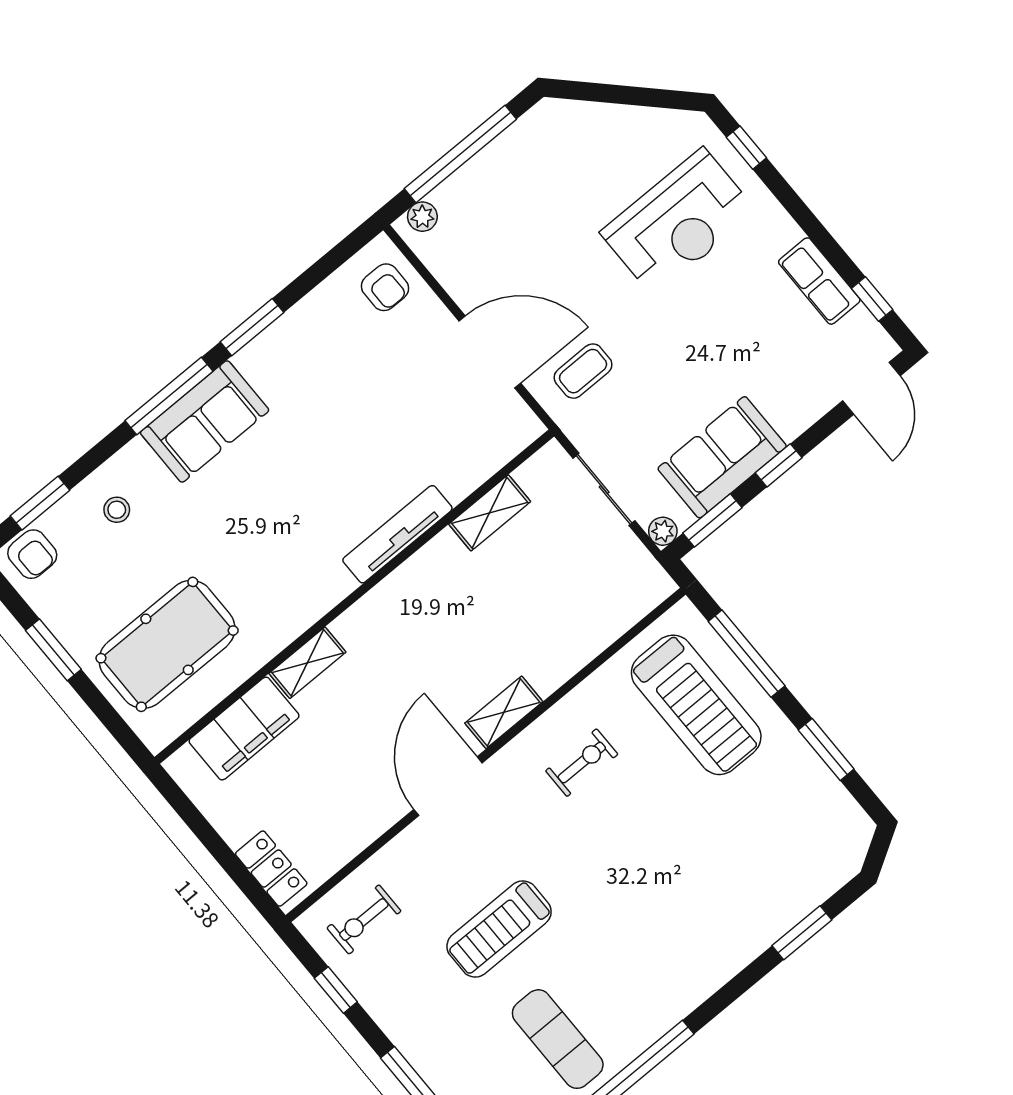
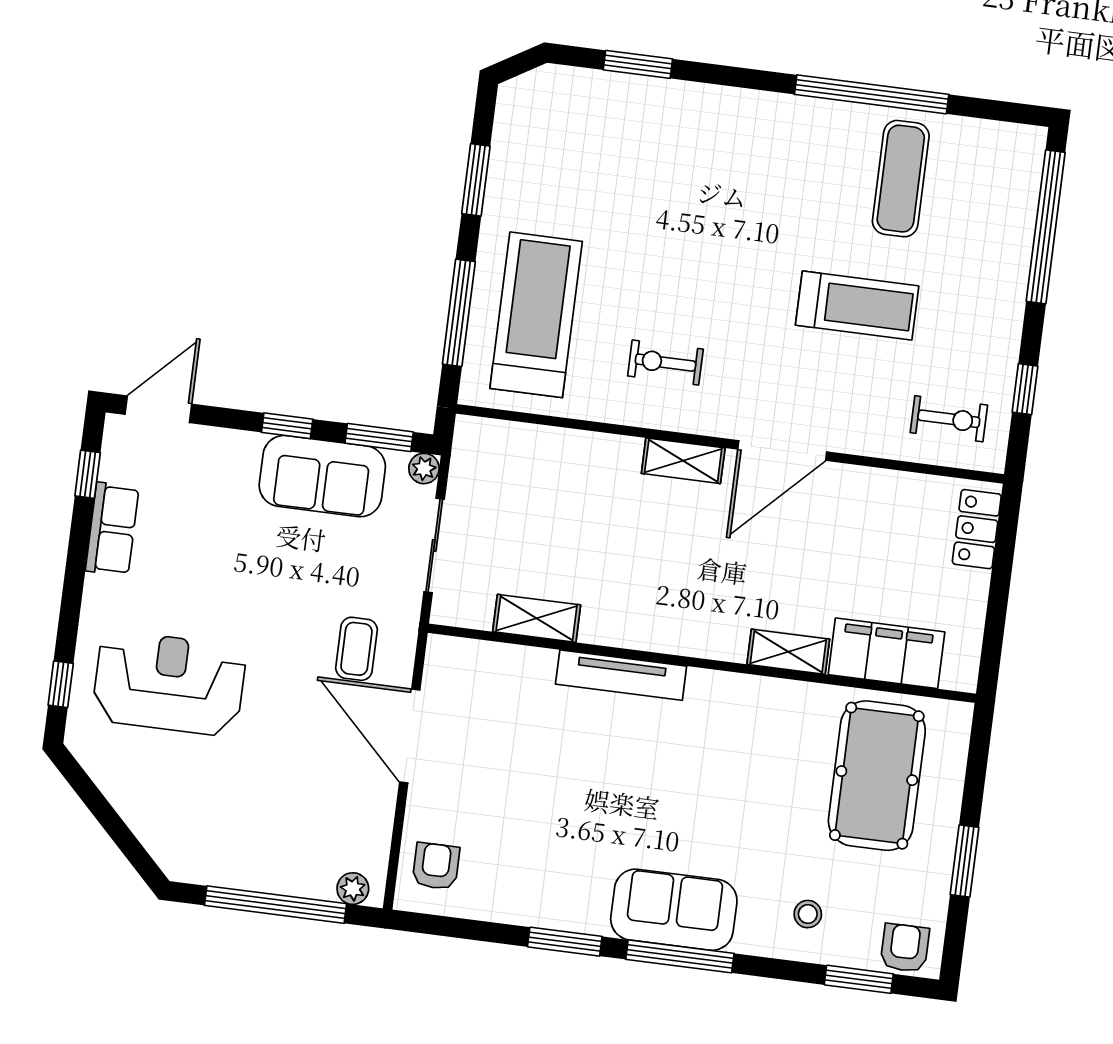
coffee table: (583, 371) -> (356, 649), turned 90
pool table: (167, 644) -> (877, 776), turned 90

